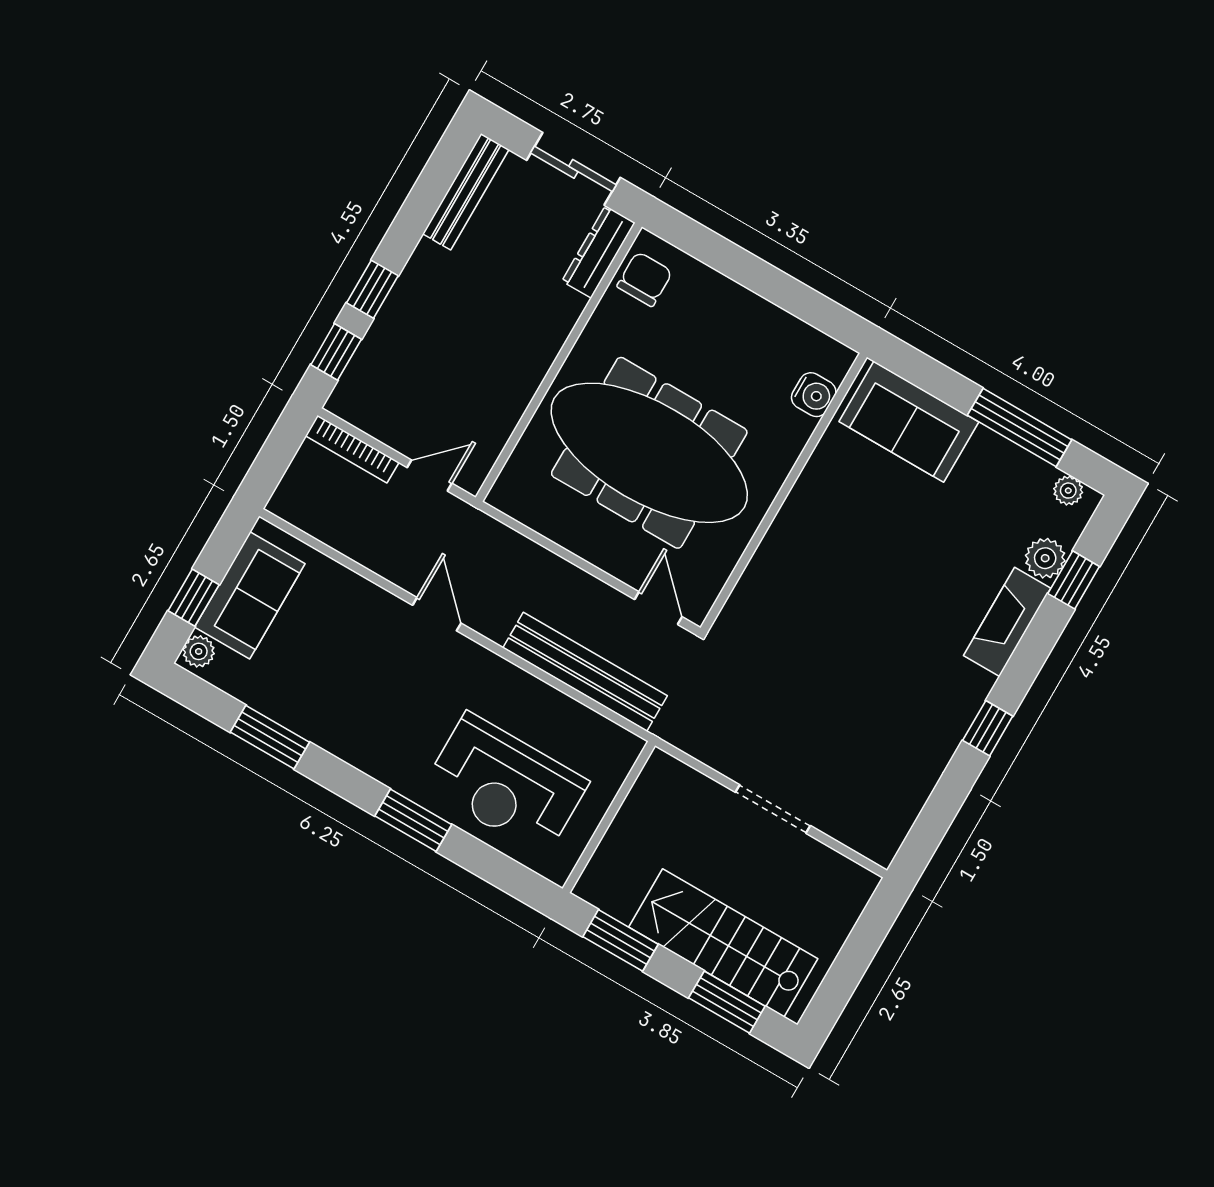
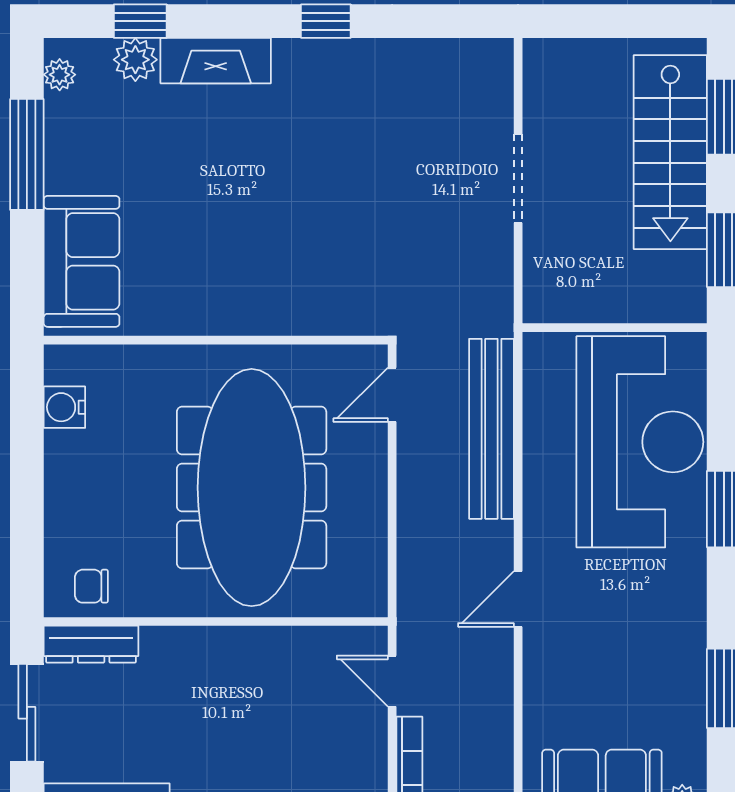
chair: (645, 279) -> (91, 586), width x0.73, depth x0.73
water cooler: (814, 395) -> (64, 407), moved, turned -90
reception desk: (506, 784) -> (640, 442), width x1.36, depth x1.30

